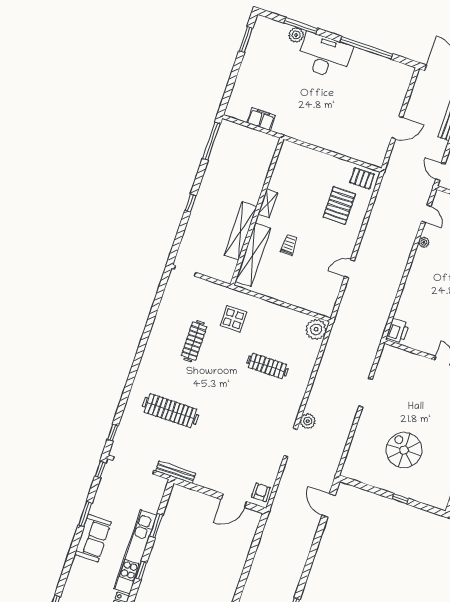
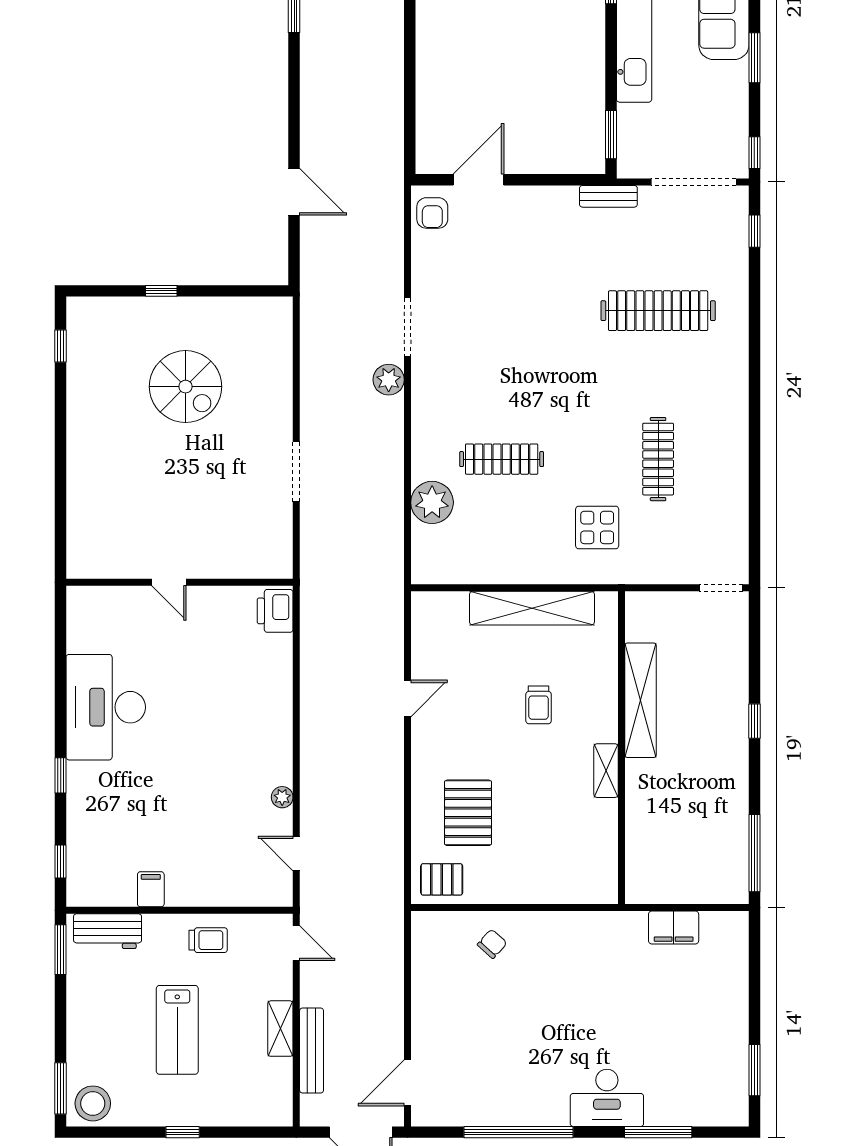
plant: (296, 35) -> (661, 1111), removed
desk: (324, 56) -> (607, 1098), width x0.73, depth x0.77
door: (397, 128) -> (407, 1083), moved
chair: (349, 140) -> (492, 944), added
shelving: (253, 255) -> (532, 608), moved, turned 90
plant: (316, 329) -> (432, 502), moved
bench: (176, 472) -> (608, 196), width x0.73
door: (329, 505) -> (294, 192), moved
window: (156, 526) -> (611, 135), moved

